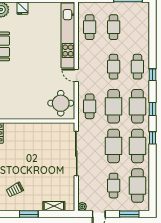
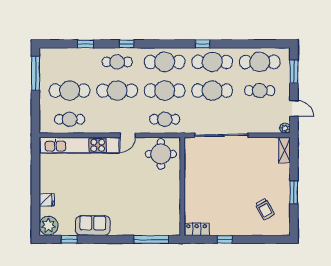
cafe table: (114, 27) -> (70, 91), width x1.37, depth x1.35
cafe table: (114, 67) -> (117, 91), width x1.37, depth x1.35
window: (152, 109) -> (85, 44), moved
shelving: (54, 206) -> (284, 150), moved

